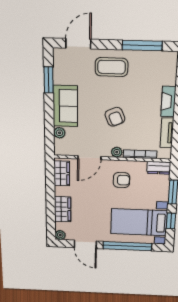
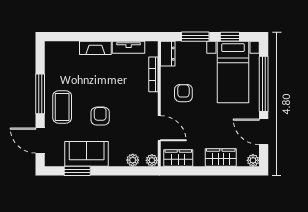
window: (142, 46) -> (40, 94), moved
sofa: (65, 106) -> (87, 154), moved
armchair: (115, 117) -> (100, 116), moved, turned -67
plant: (117, 152) -> (152, 160), moved
door: (85, 244) -> (264, 132), swing flipped

